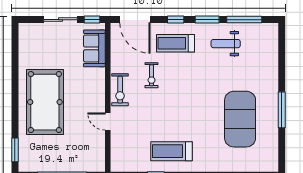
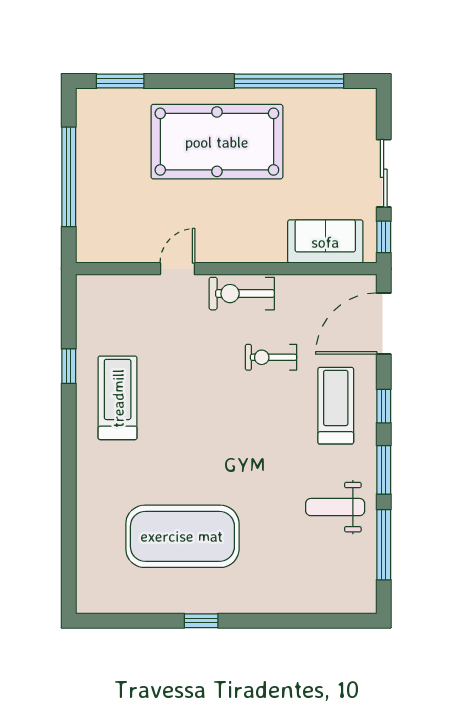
weight bench: (226, 44) -> (335, 507), turned -90
window: (15, 66) -> (289, 81), added
window: (282, 110) -> (201, 621), width x0.46

